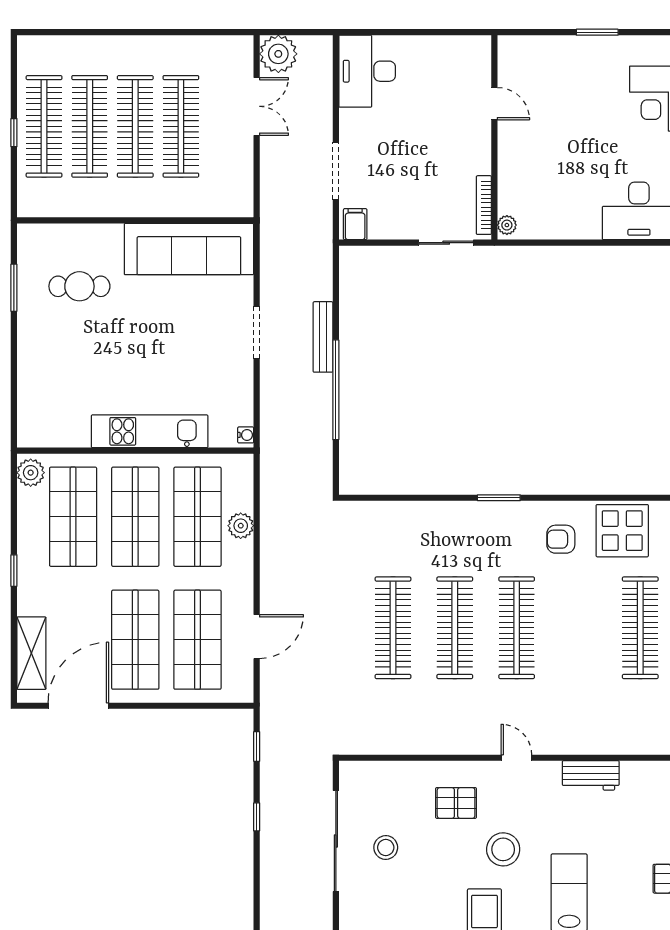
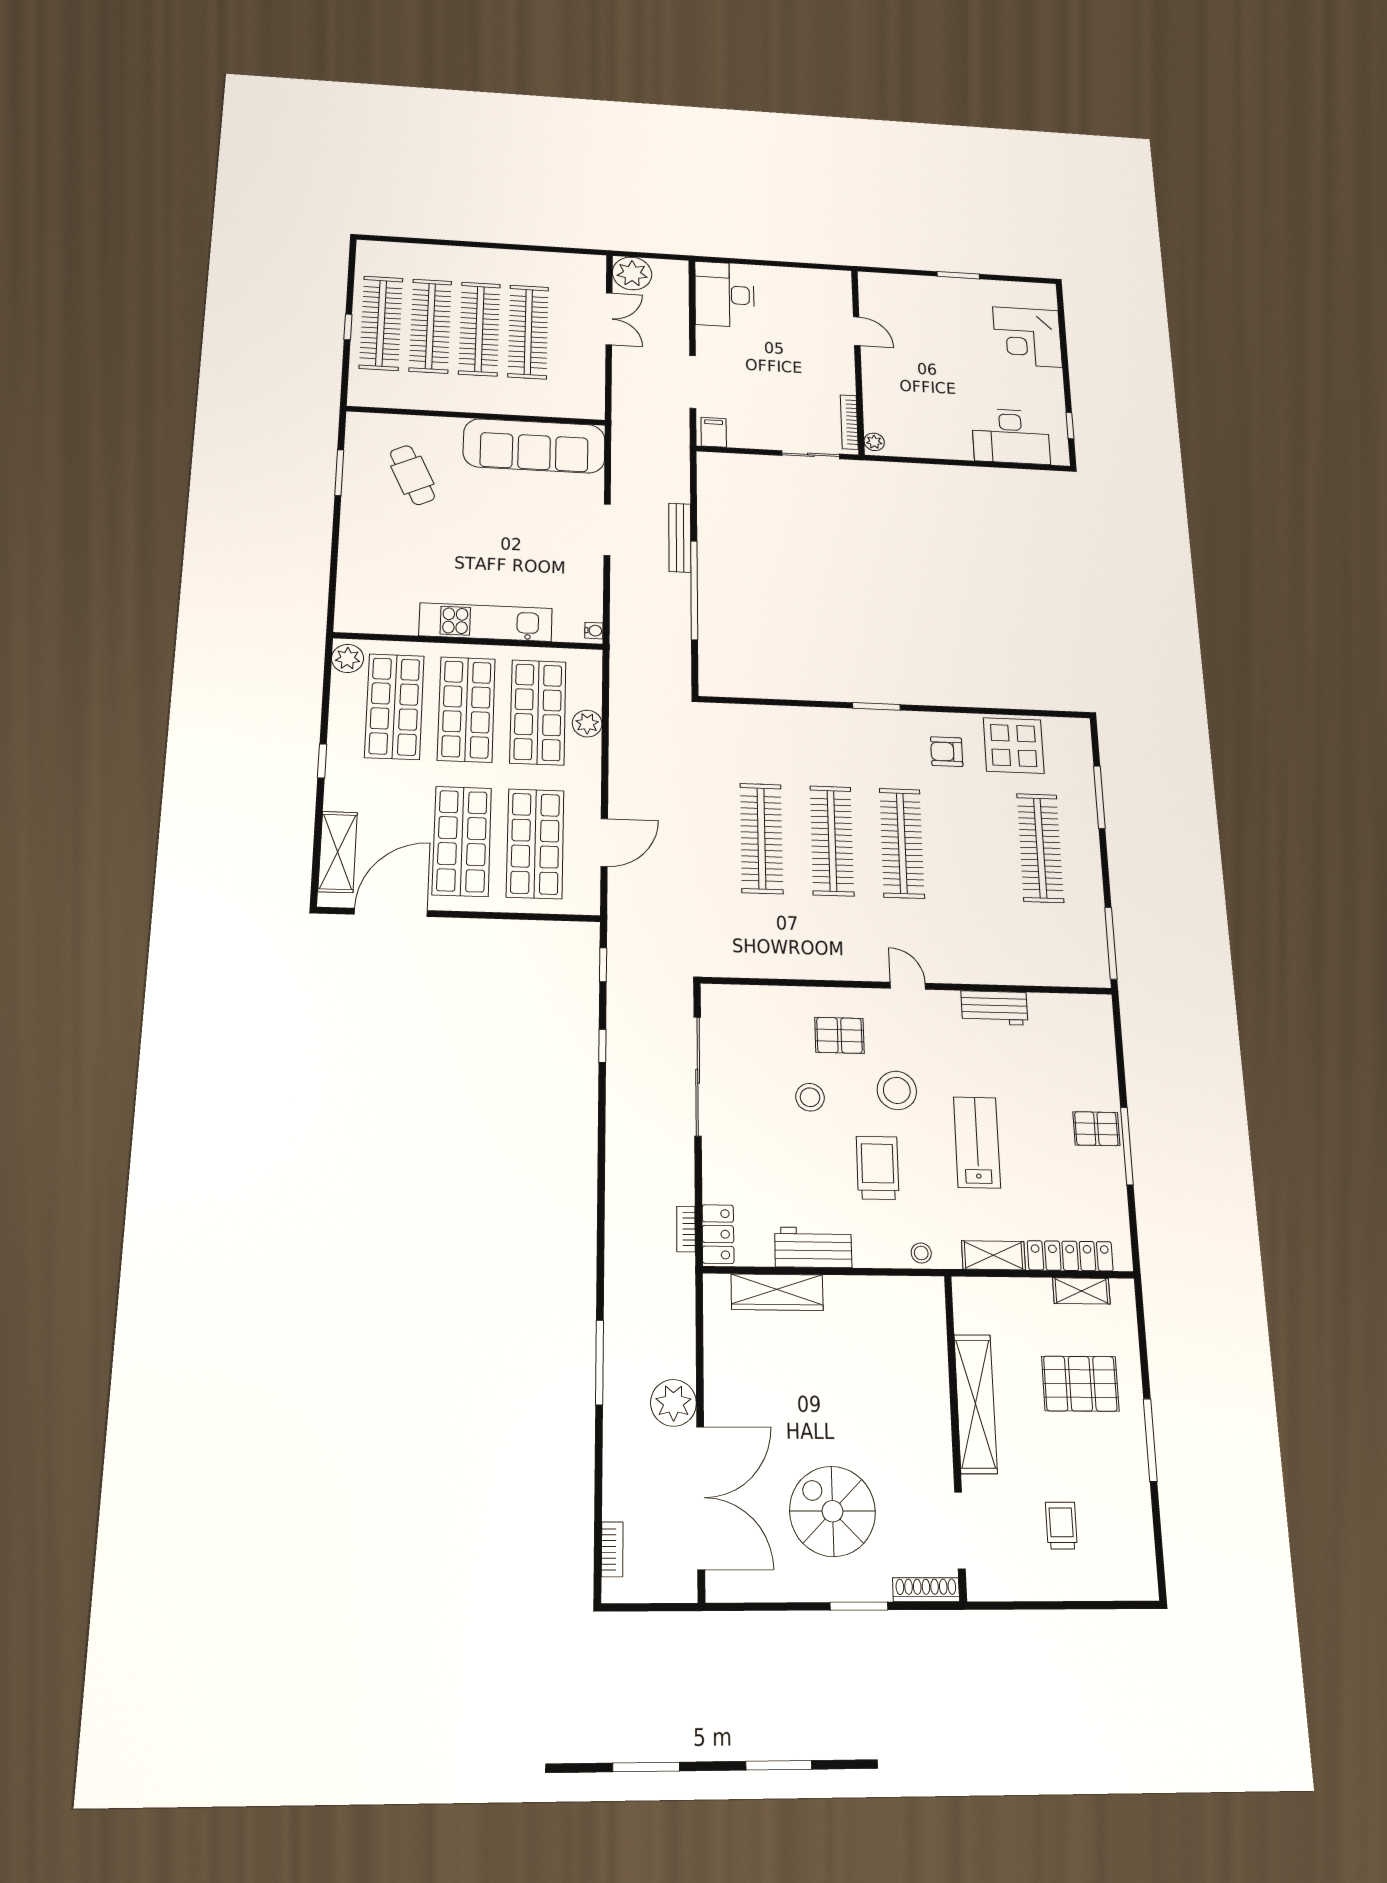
cafe table: (79, 286) -> (412, 475), turned 65
stool: (386, 847) -> (810, 1097), moved

